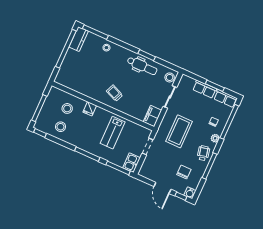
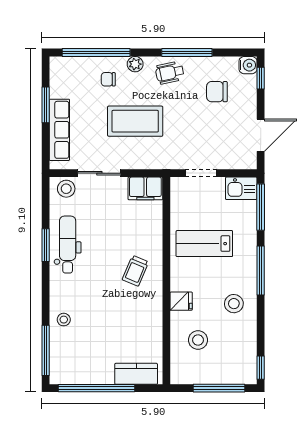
kitchen counter: (79, 39) -> (136, 374), moved
row of seats: (205, 89) -> (59, 130), width x1.48
row of seats: (225, 99) -> (59, 77), removed
stool: (61, 127) -> (234, 304), moved
coffee table: (179, 131) -> (135, 121), moved
lab bench: (113, 133) -> (204, 244), turned 180
door: (162, 188) -> (261, 135), moved

